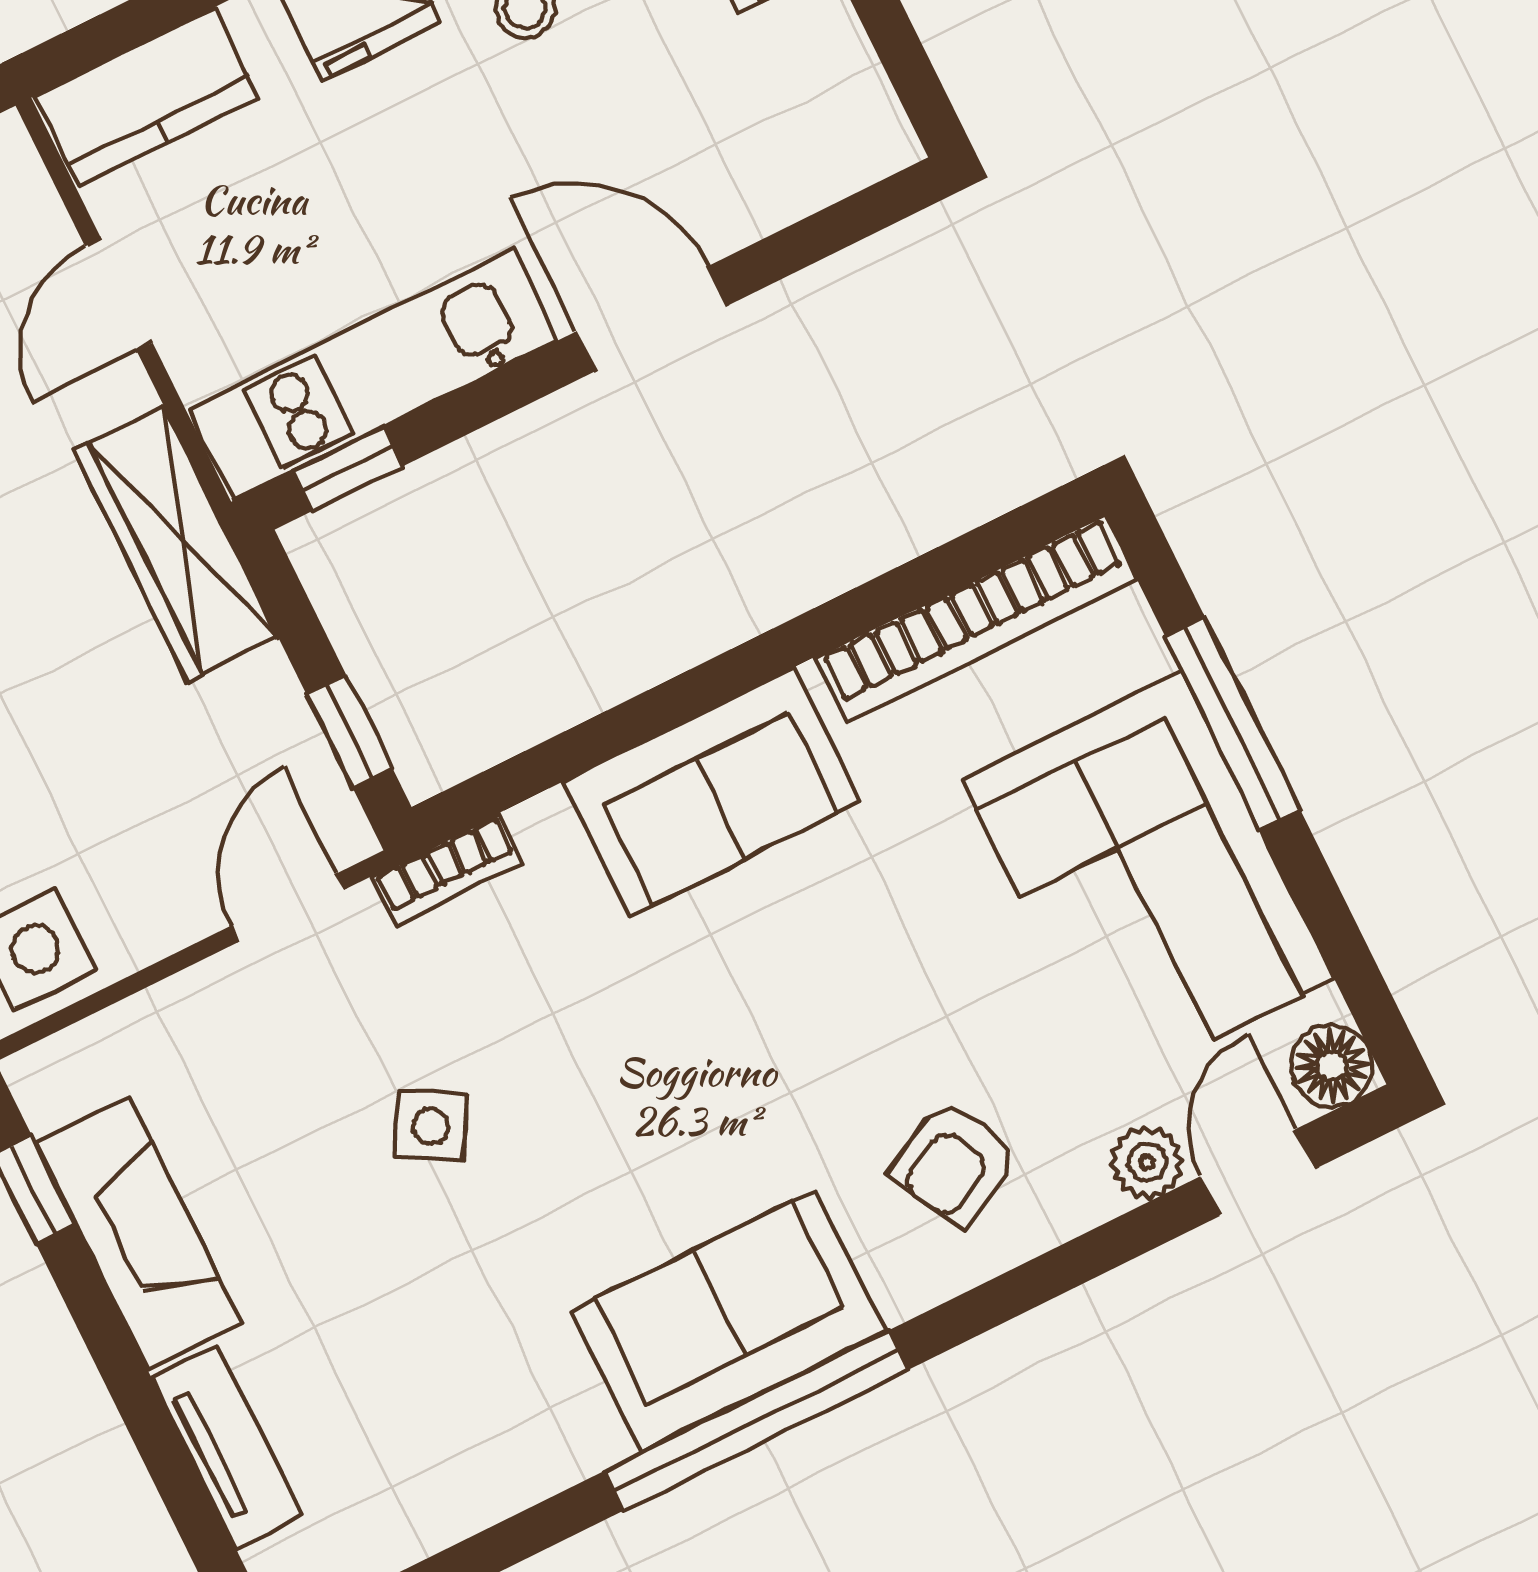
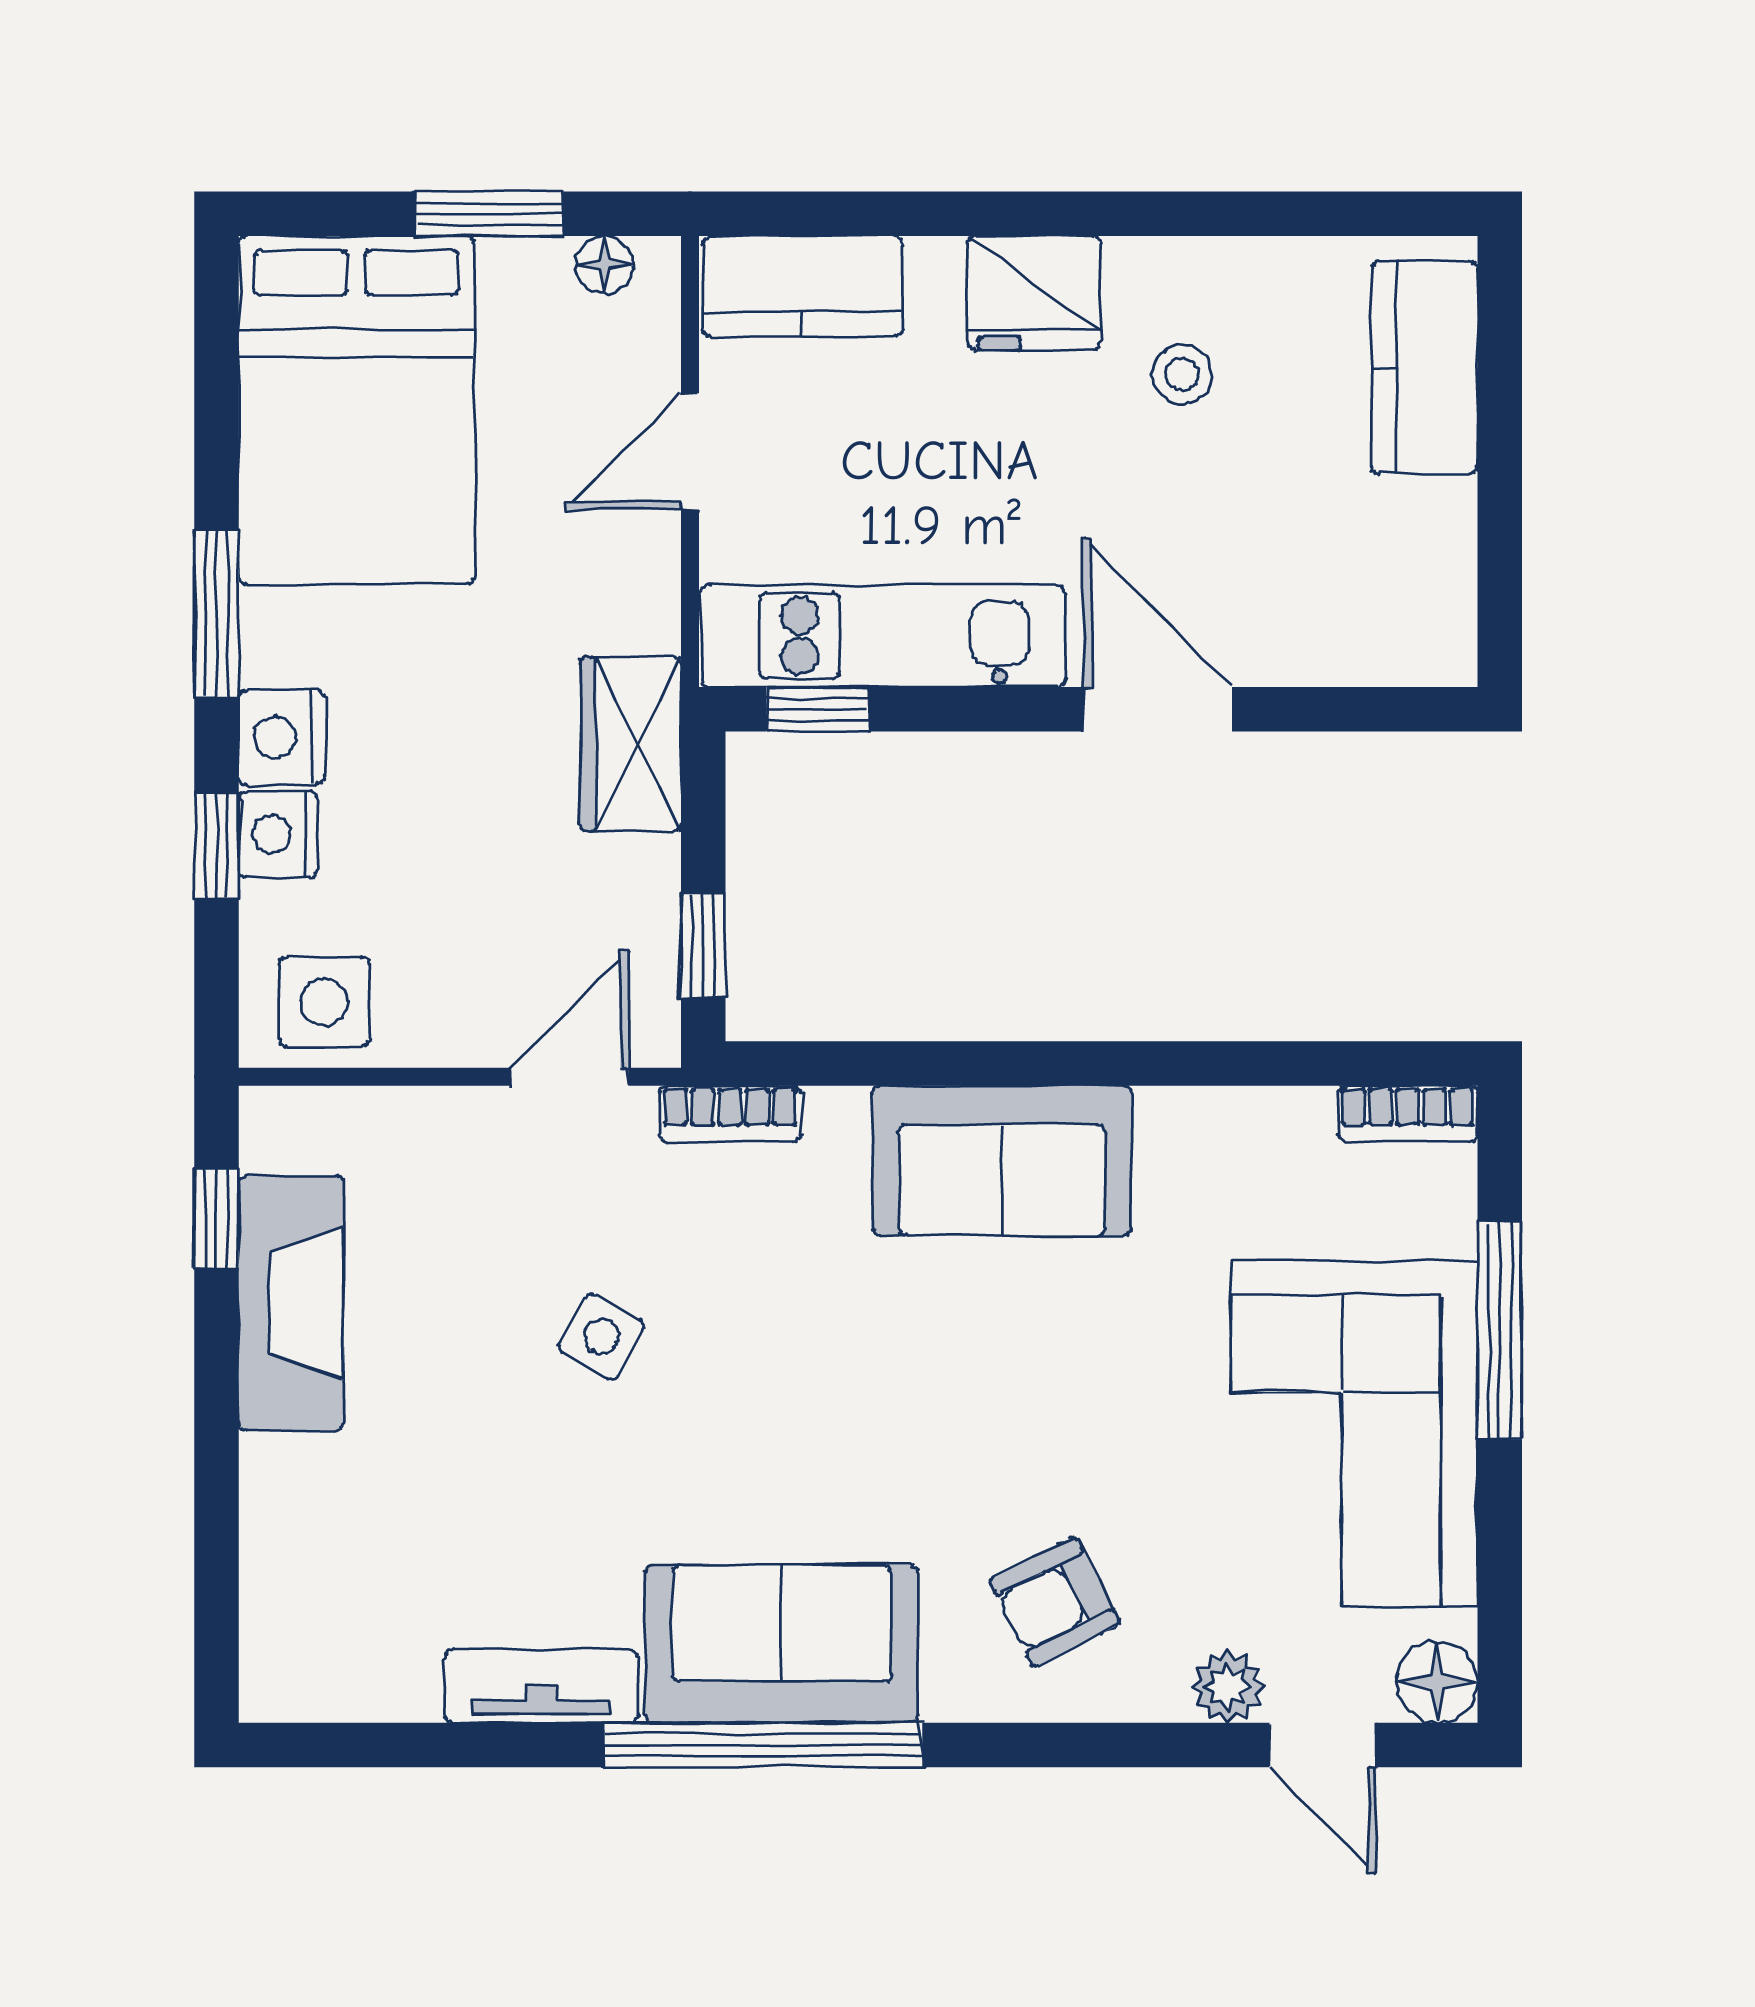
wardrobe: (176, 544) -> (631, 744), width x0.67
bookcase: (976, 618) -> (1408, 1114), width x0.43, depth x0.76
door: (1258, 1173) -> (1323, 1745), swing flipped
tv unit: (227, 1447) -> (542, 1686), moved, turned -90

